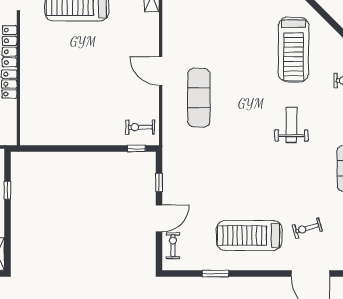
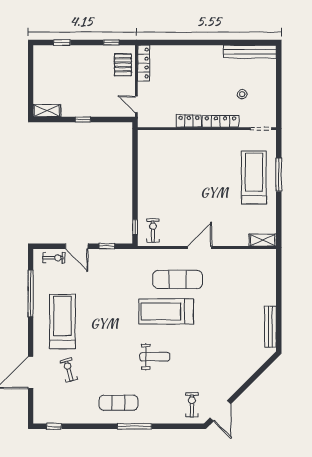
treadmill: (294, 50) -> (166, 312), moved
window: (7, 190) -> (83, 119), moved
window: (216, 274) -> (31, 293), width x2.11

